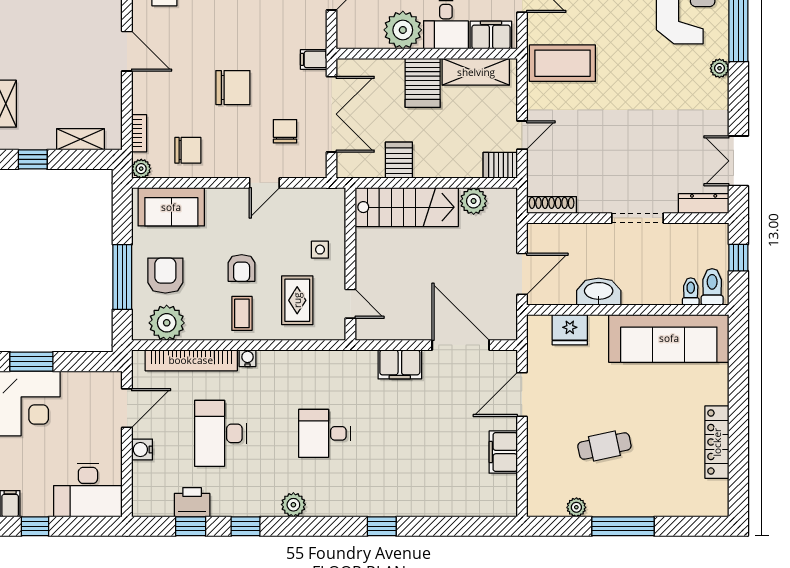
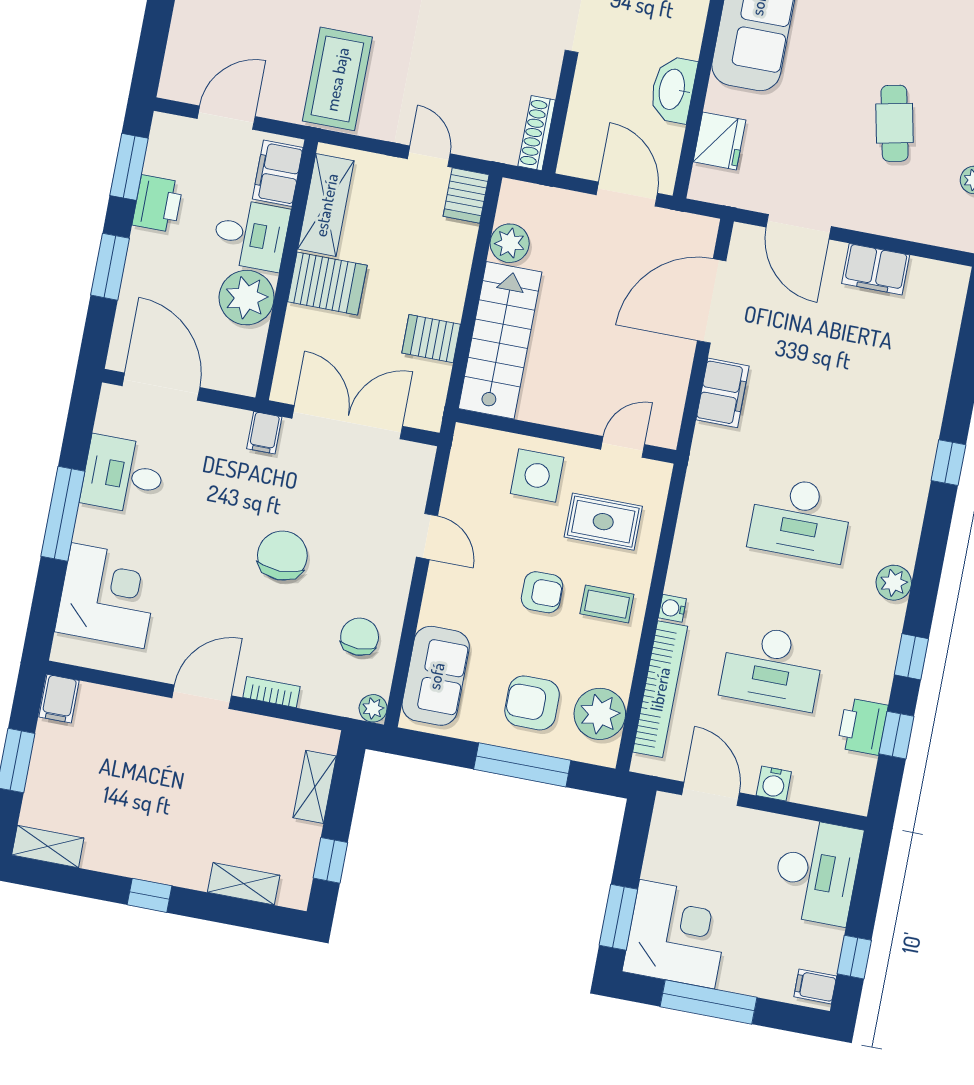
chair: (285, 131) -> (359, 493), removed
bookcase: (139, 133) -> (272, 692), moved
side table: (320, 250) -> (537, 475), width x1.87, depth x1.87
desk: (324, 433) -> (800, 519), width x1.37

